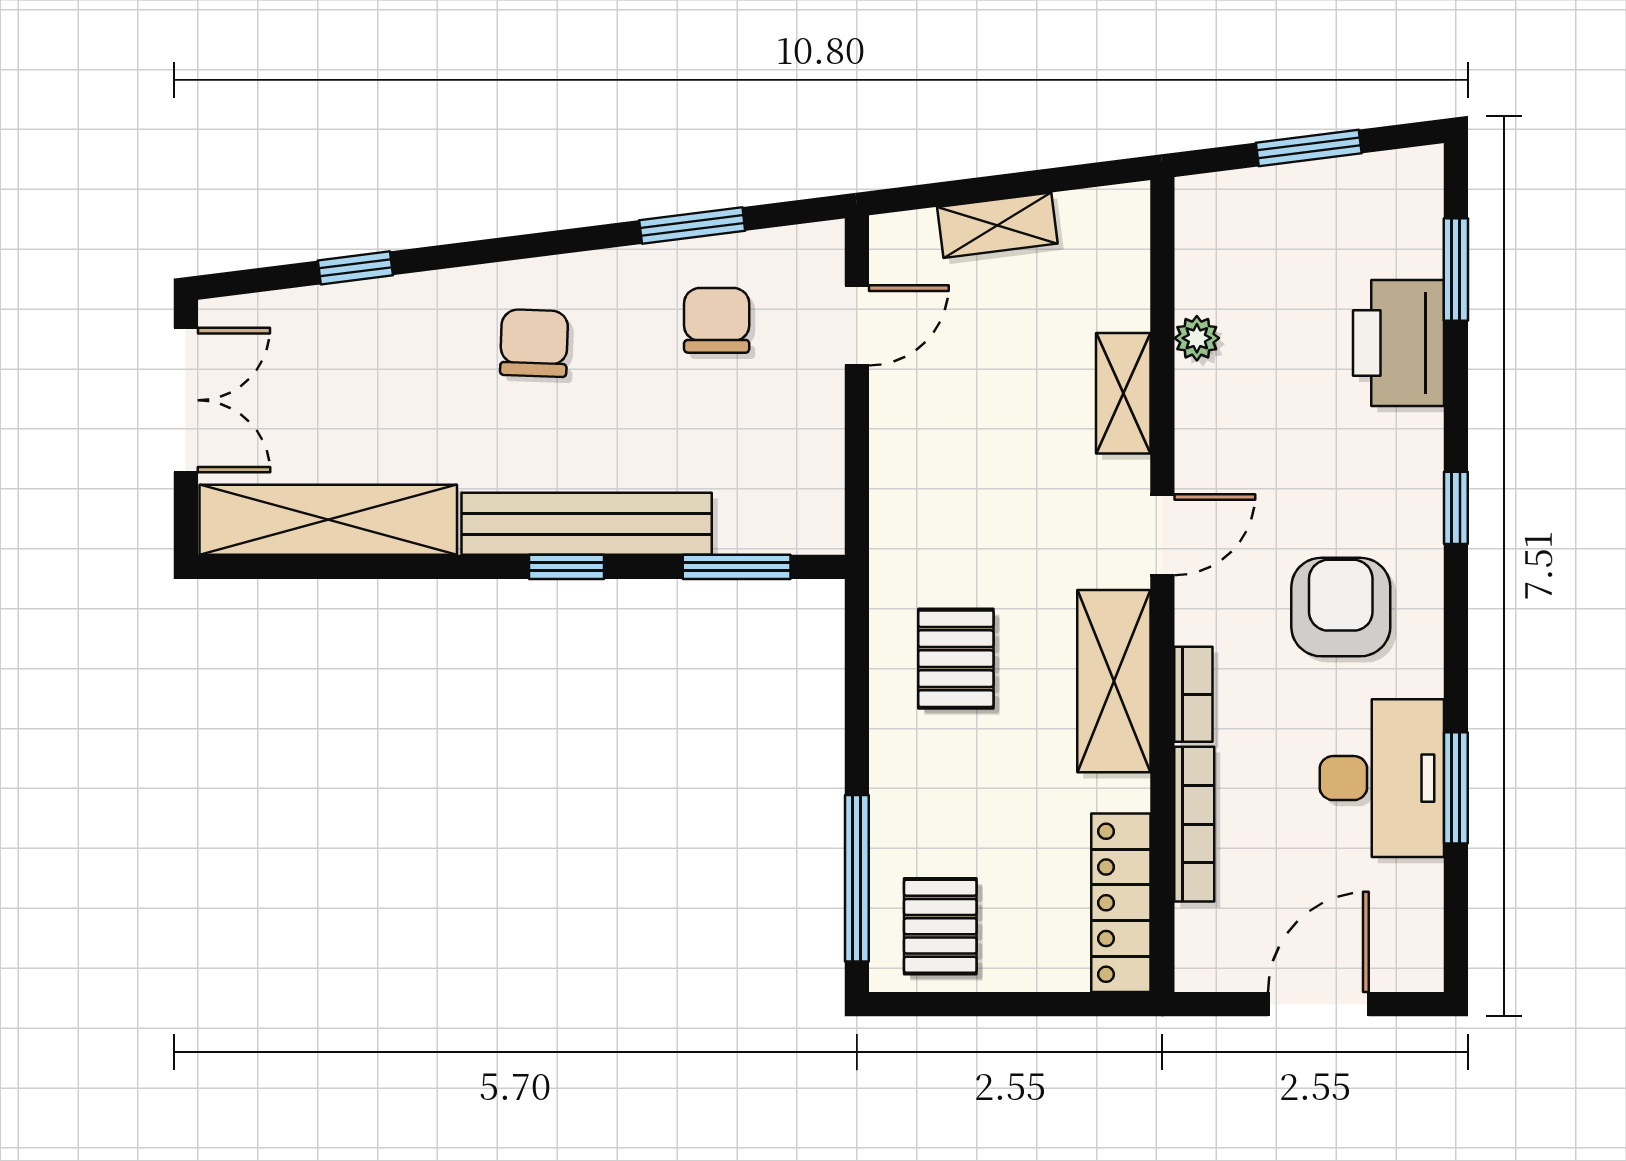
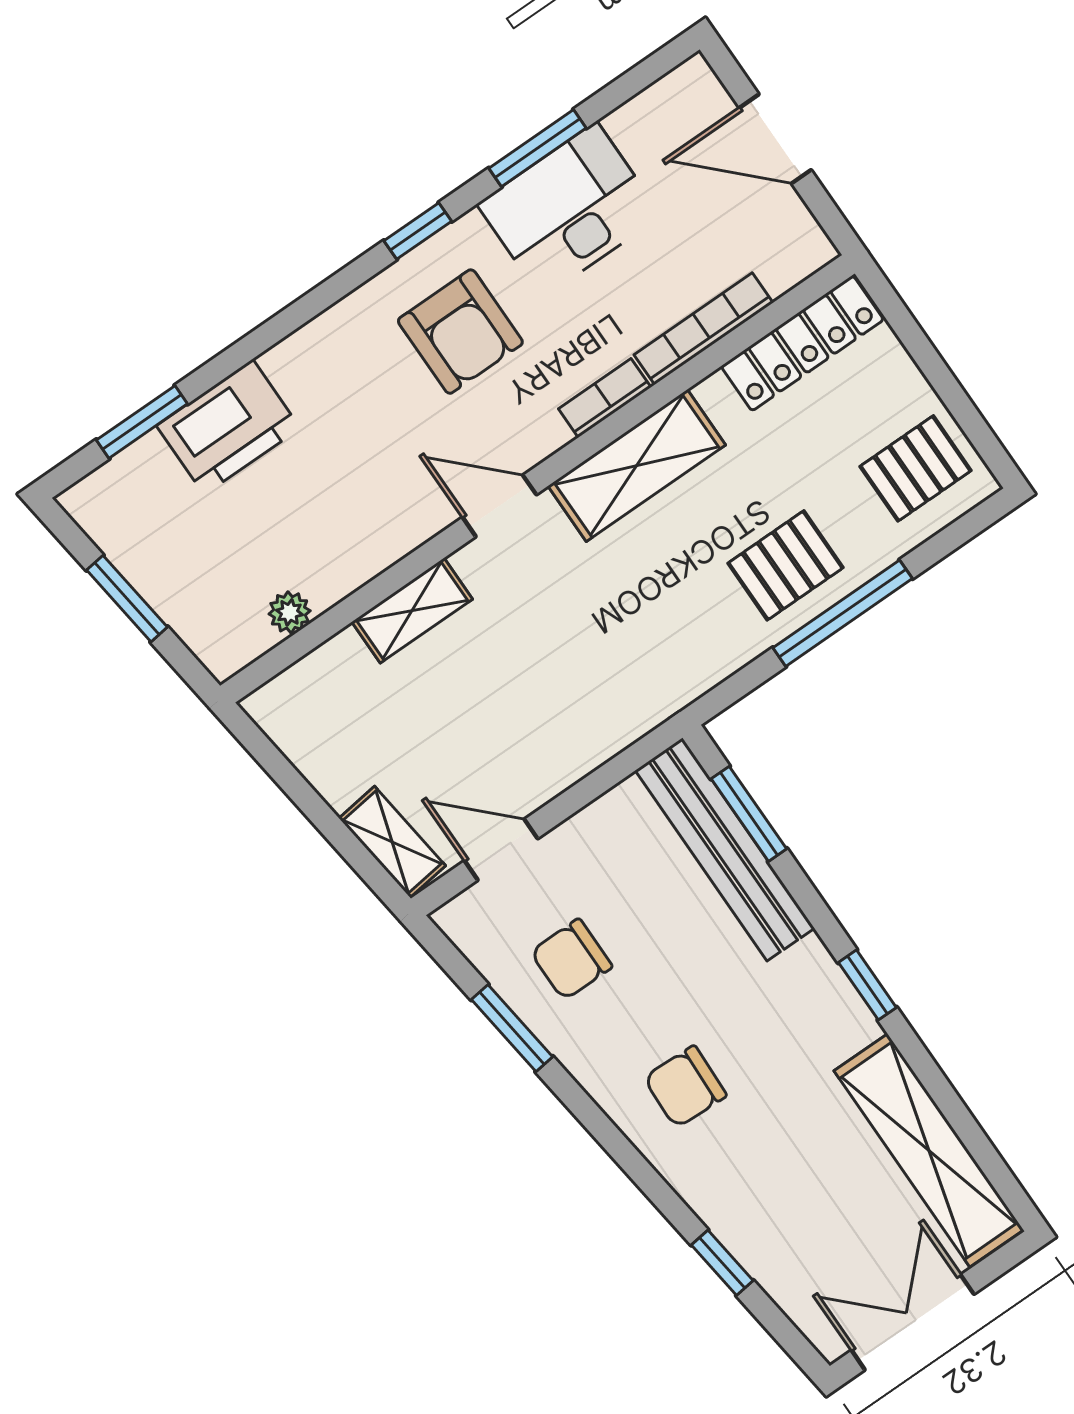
shelving: (997, 225) -> (392, 842), moved
plant: (1197, 338) -> (290, 612), moved
window: (1456, 508) -> (418, 231), moved
bench: (587, 524) -> (725, 849), moved
window: (567, 567) -> (867, 985), moved
armchair: (1341, 607) -> (460, 332), turned -90
pallet: (956, 659) -> (785, 565), moved
window: (857, 878) -> (843, 613), moved

